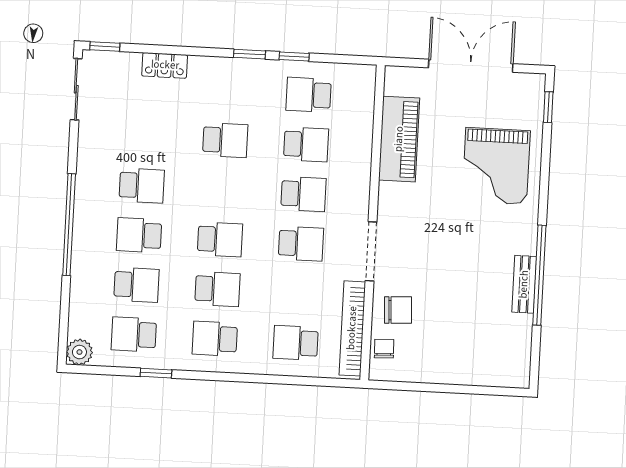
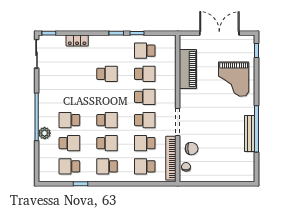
school desk: (142, 186) -> (145, 143), moved, turned 180
bench: (524, 284) -> (250, 133), width x1.36
plant: (79, 352) -> (45, 133), moved

